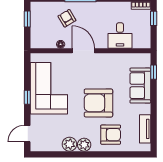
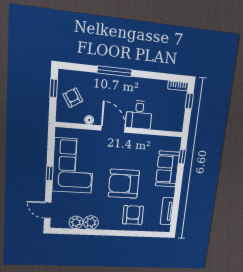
armchair: (67, 18) -> (73, 98), moved
desk: (120, 35) -> (139, 115), moved
door: (27, 134) -> (48, 210), hinge flipped
armchair: (111, 135) -> (133, 215), turned -90
plant: (84, 145) -> (76, 222), moved

